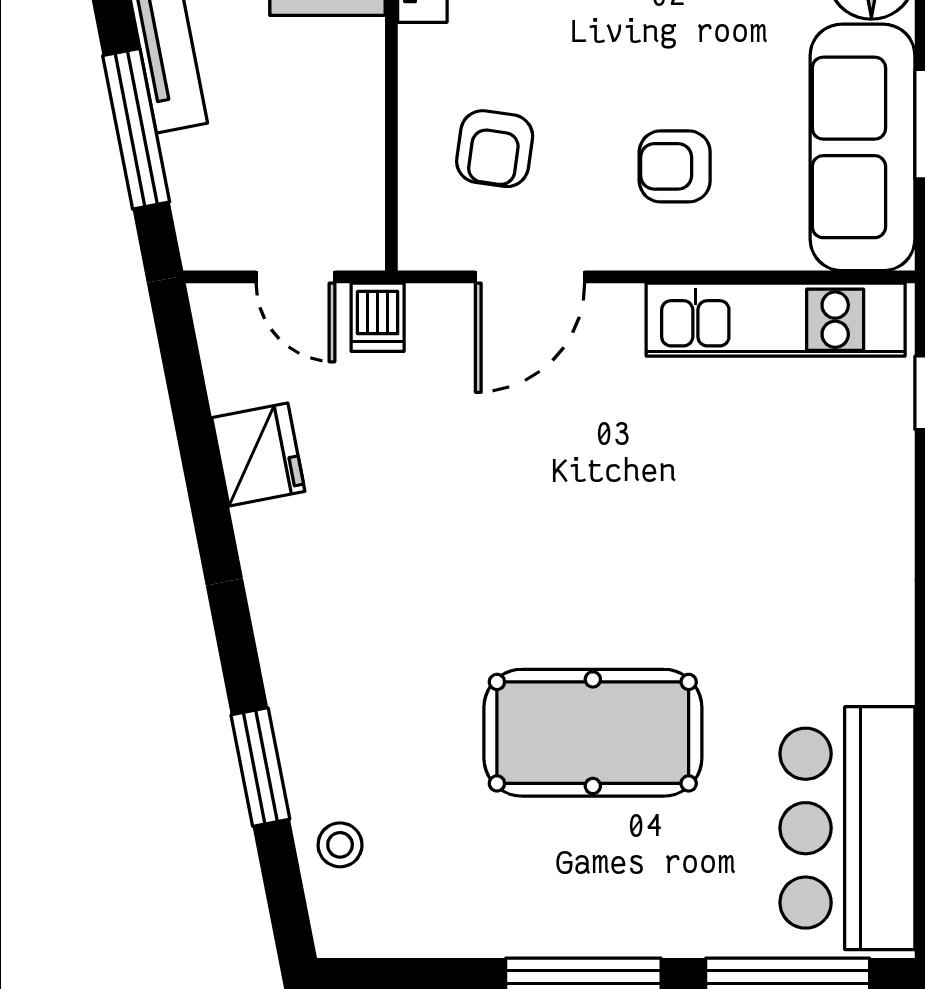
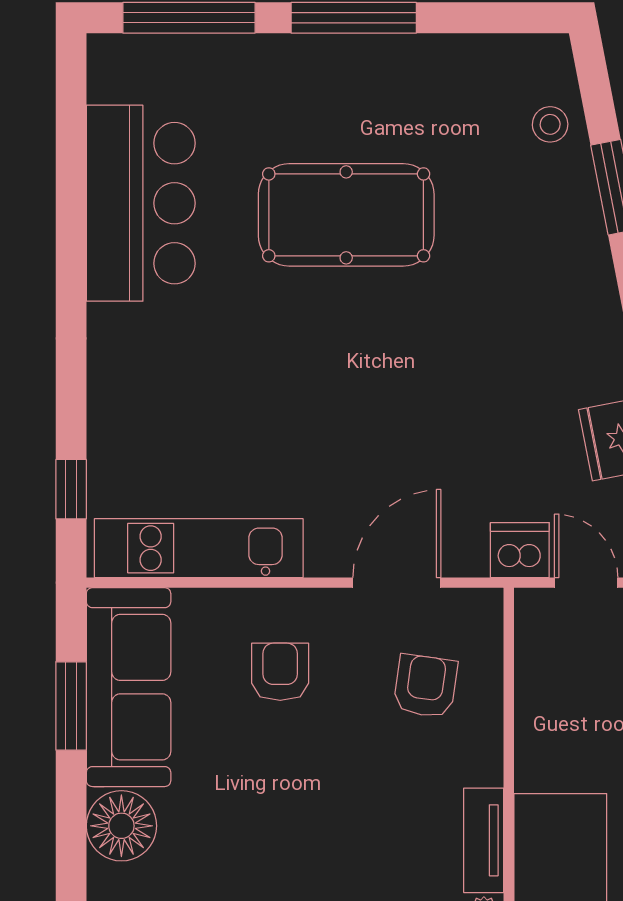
armchair: (675, 166) -> (280, 672), turned -90
dishwasher: (378, 317) -> (520, 550), width x1.38
bar counter: (847, 828) -> (141, 203), moved

